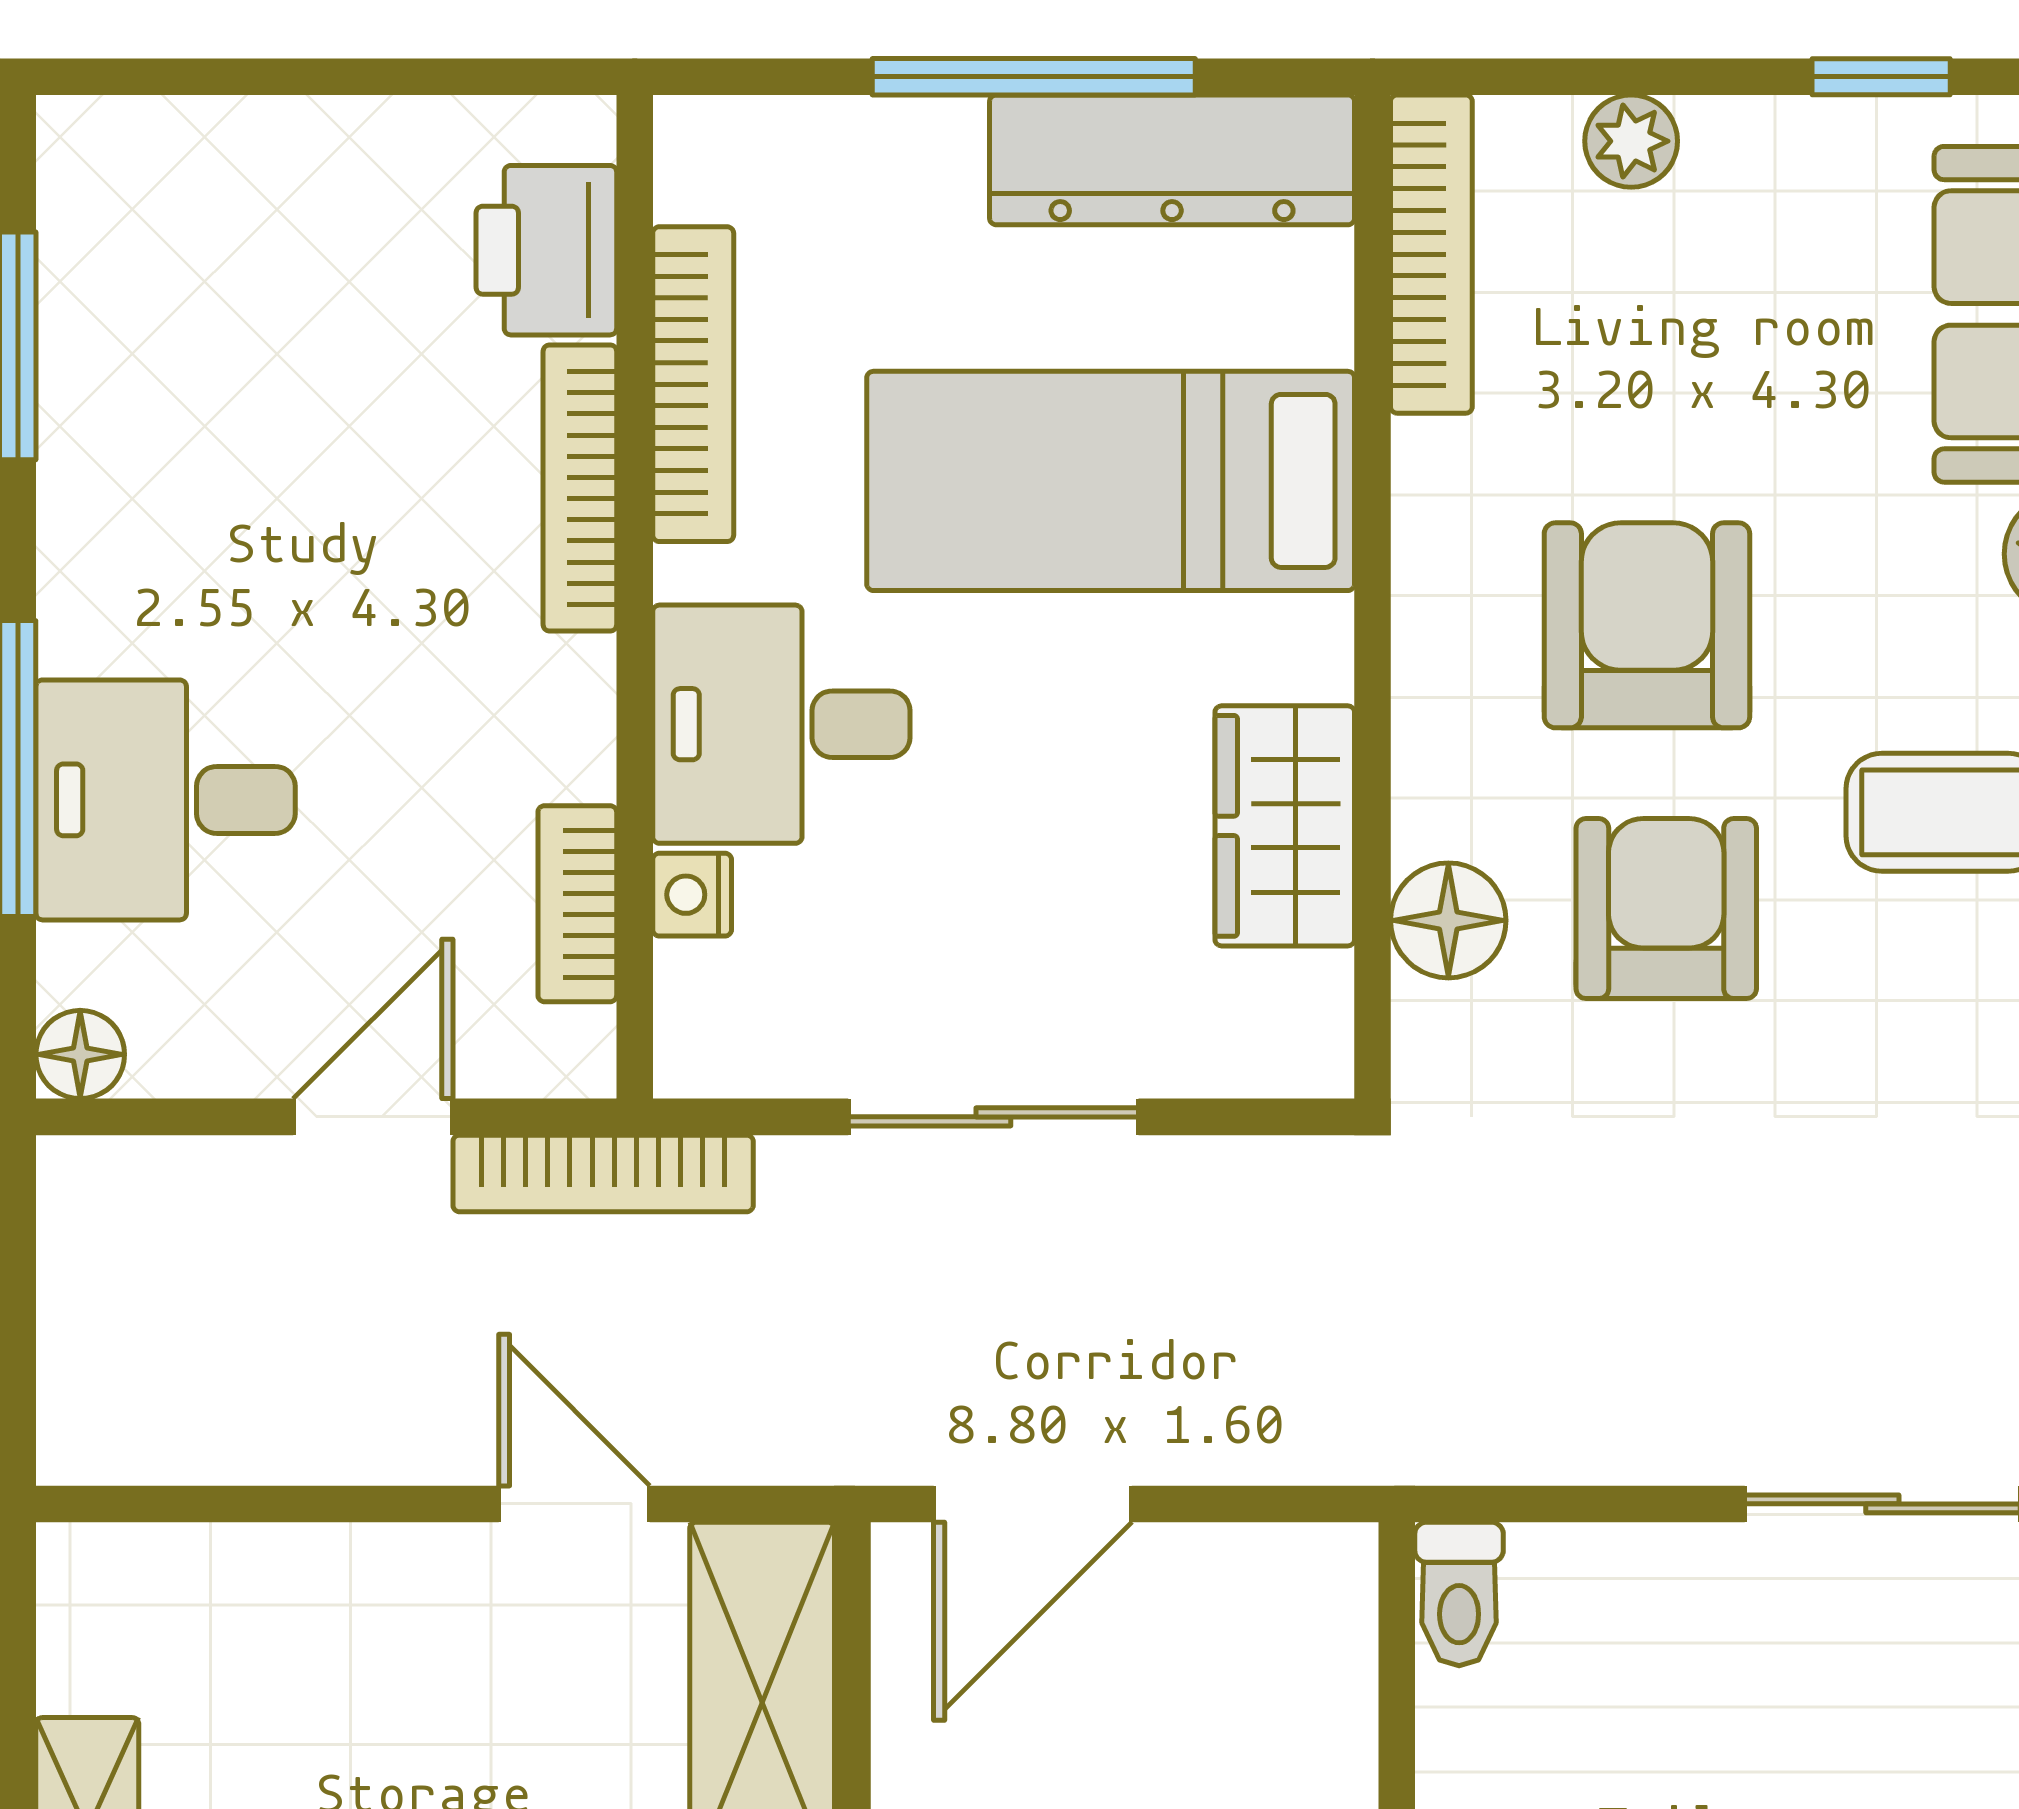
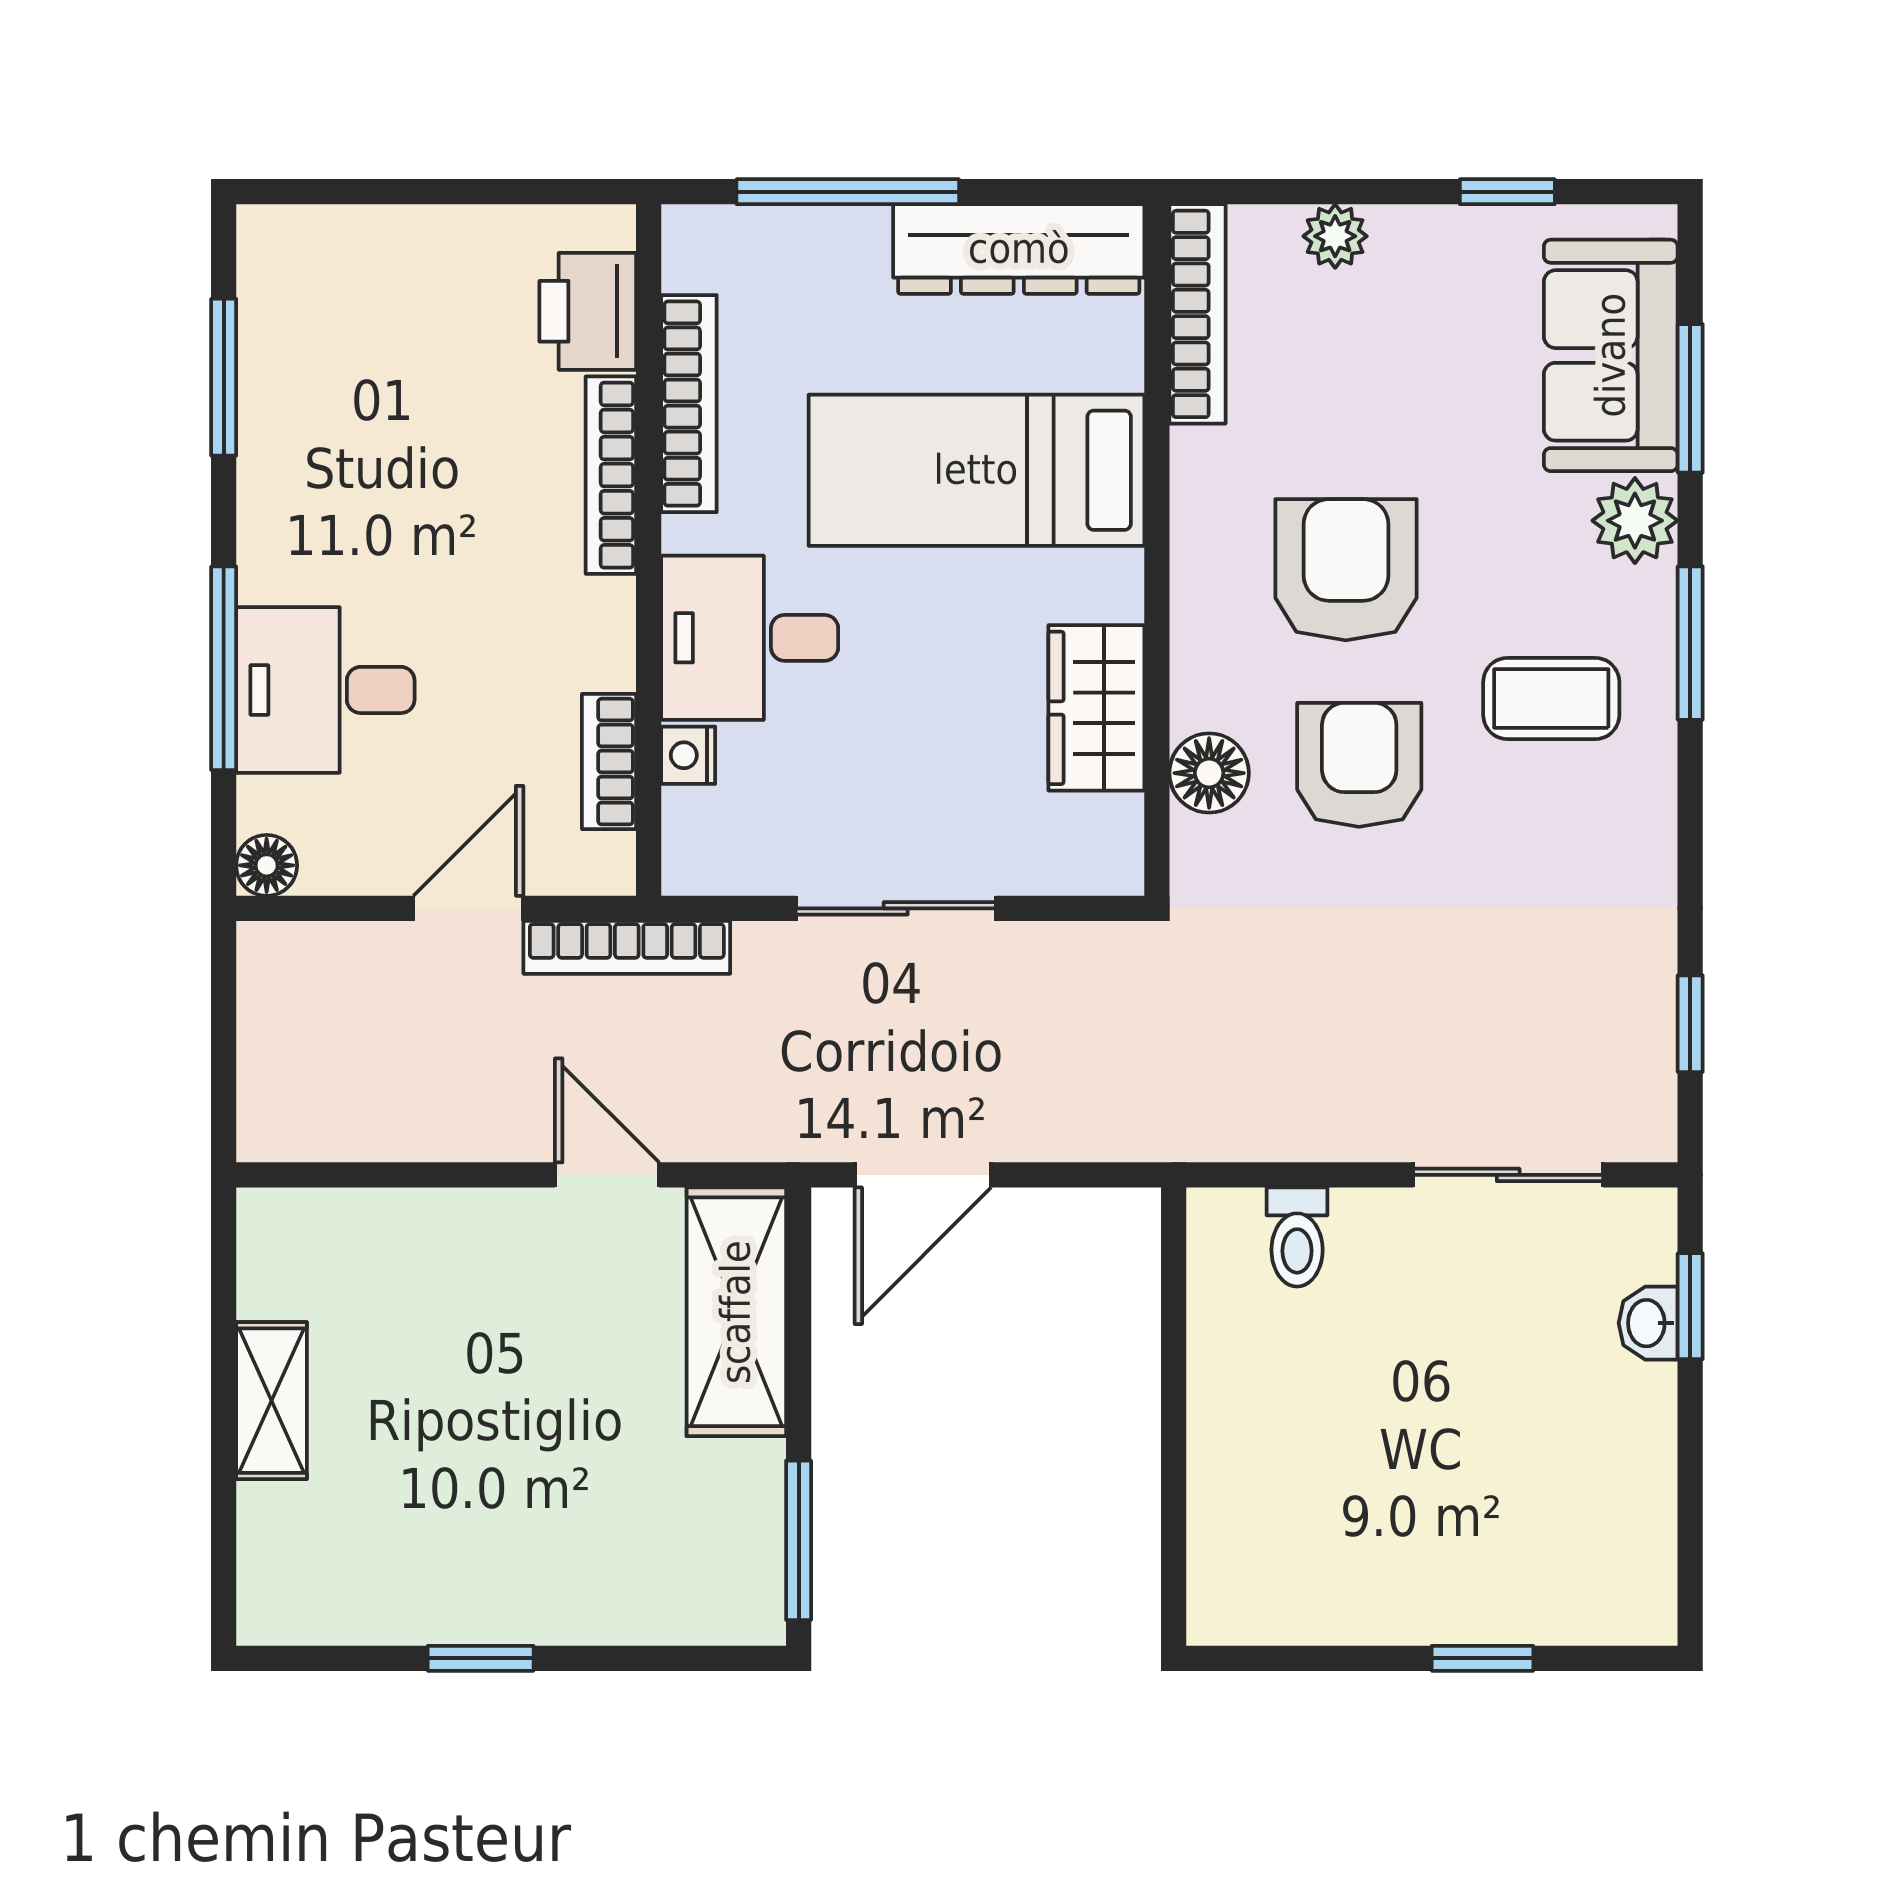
window: (1034, 77) -> (848, 192), moved
toilet: (1459, 1594) -> (1297, 1237), moved

